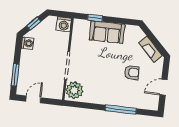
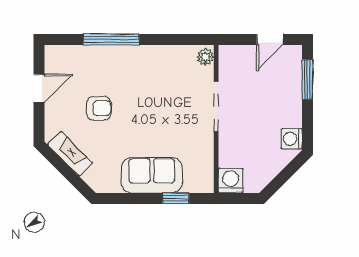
window: (34, 24) -> (285, 175), removed
armchair: (132, 72) -> (99, 108), turned 180
plant: (74, 90) -> (206, 57), width x0.53, depth x0.53

